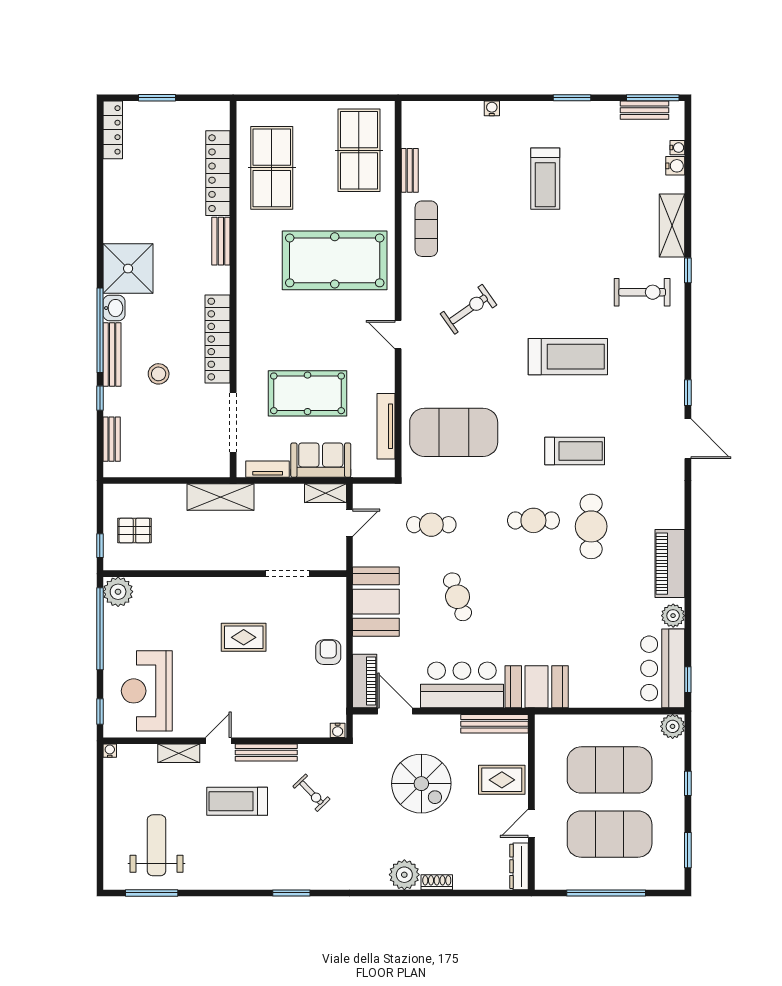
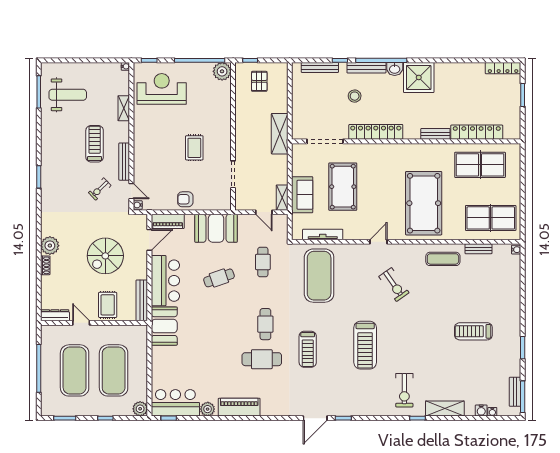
water cooler: (492, 108) -> (516, 250), moved
bench: (112, 439) -> (320, 67), width x1.36
tv unit: (268, 469) -> (297, 162), removed
armchair: (328, 652) -> (185, 199), turned 180
door: (218, 741) -> (131, 191), moved

